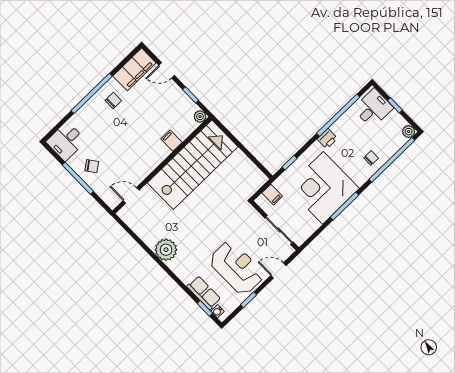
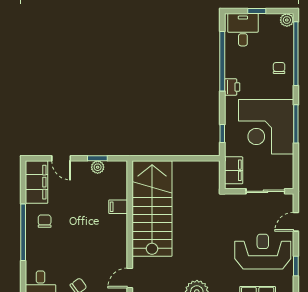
door: (167, 70) -> (61, 158), hinge flipped
plant: (200, 116) -> (98, 167), moved
filing cabinet: (272, 195) -> (234, 170), width x2.00

